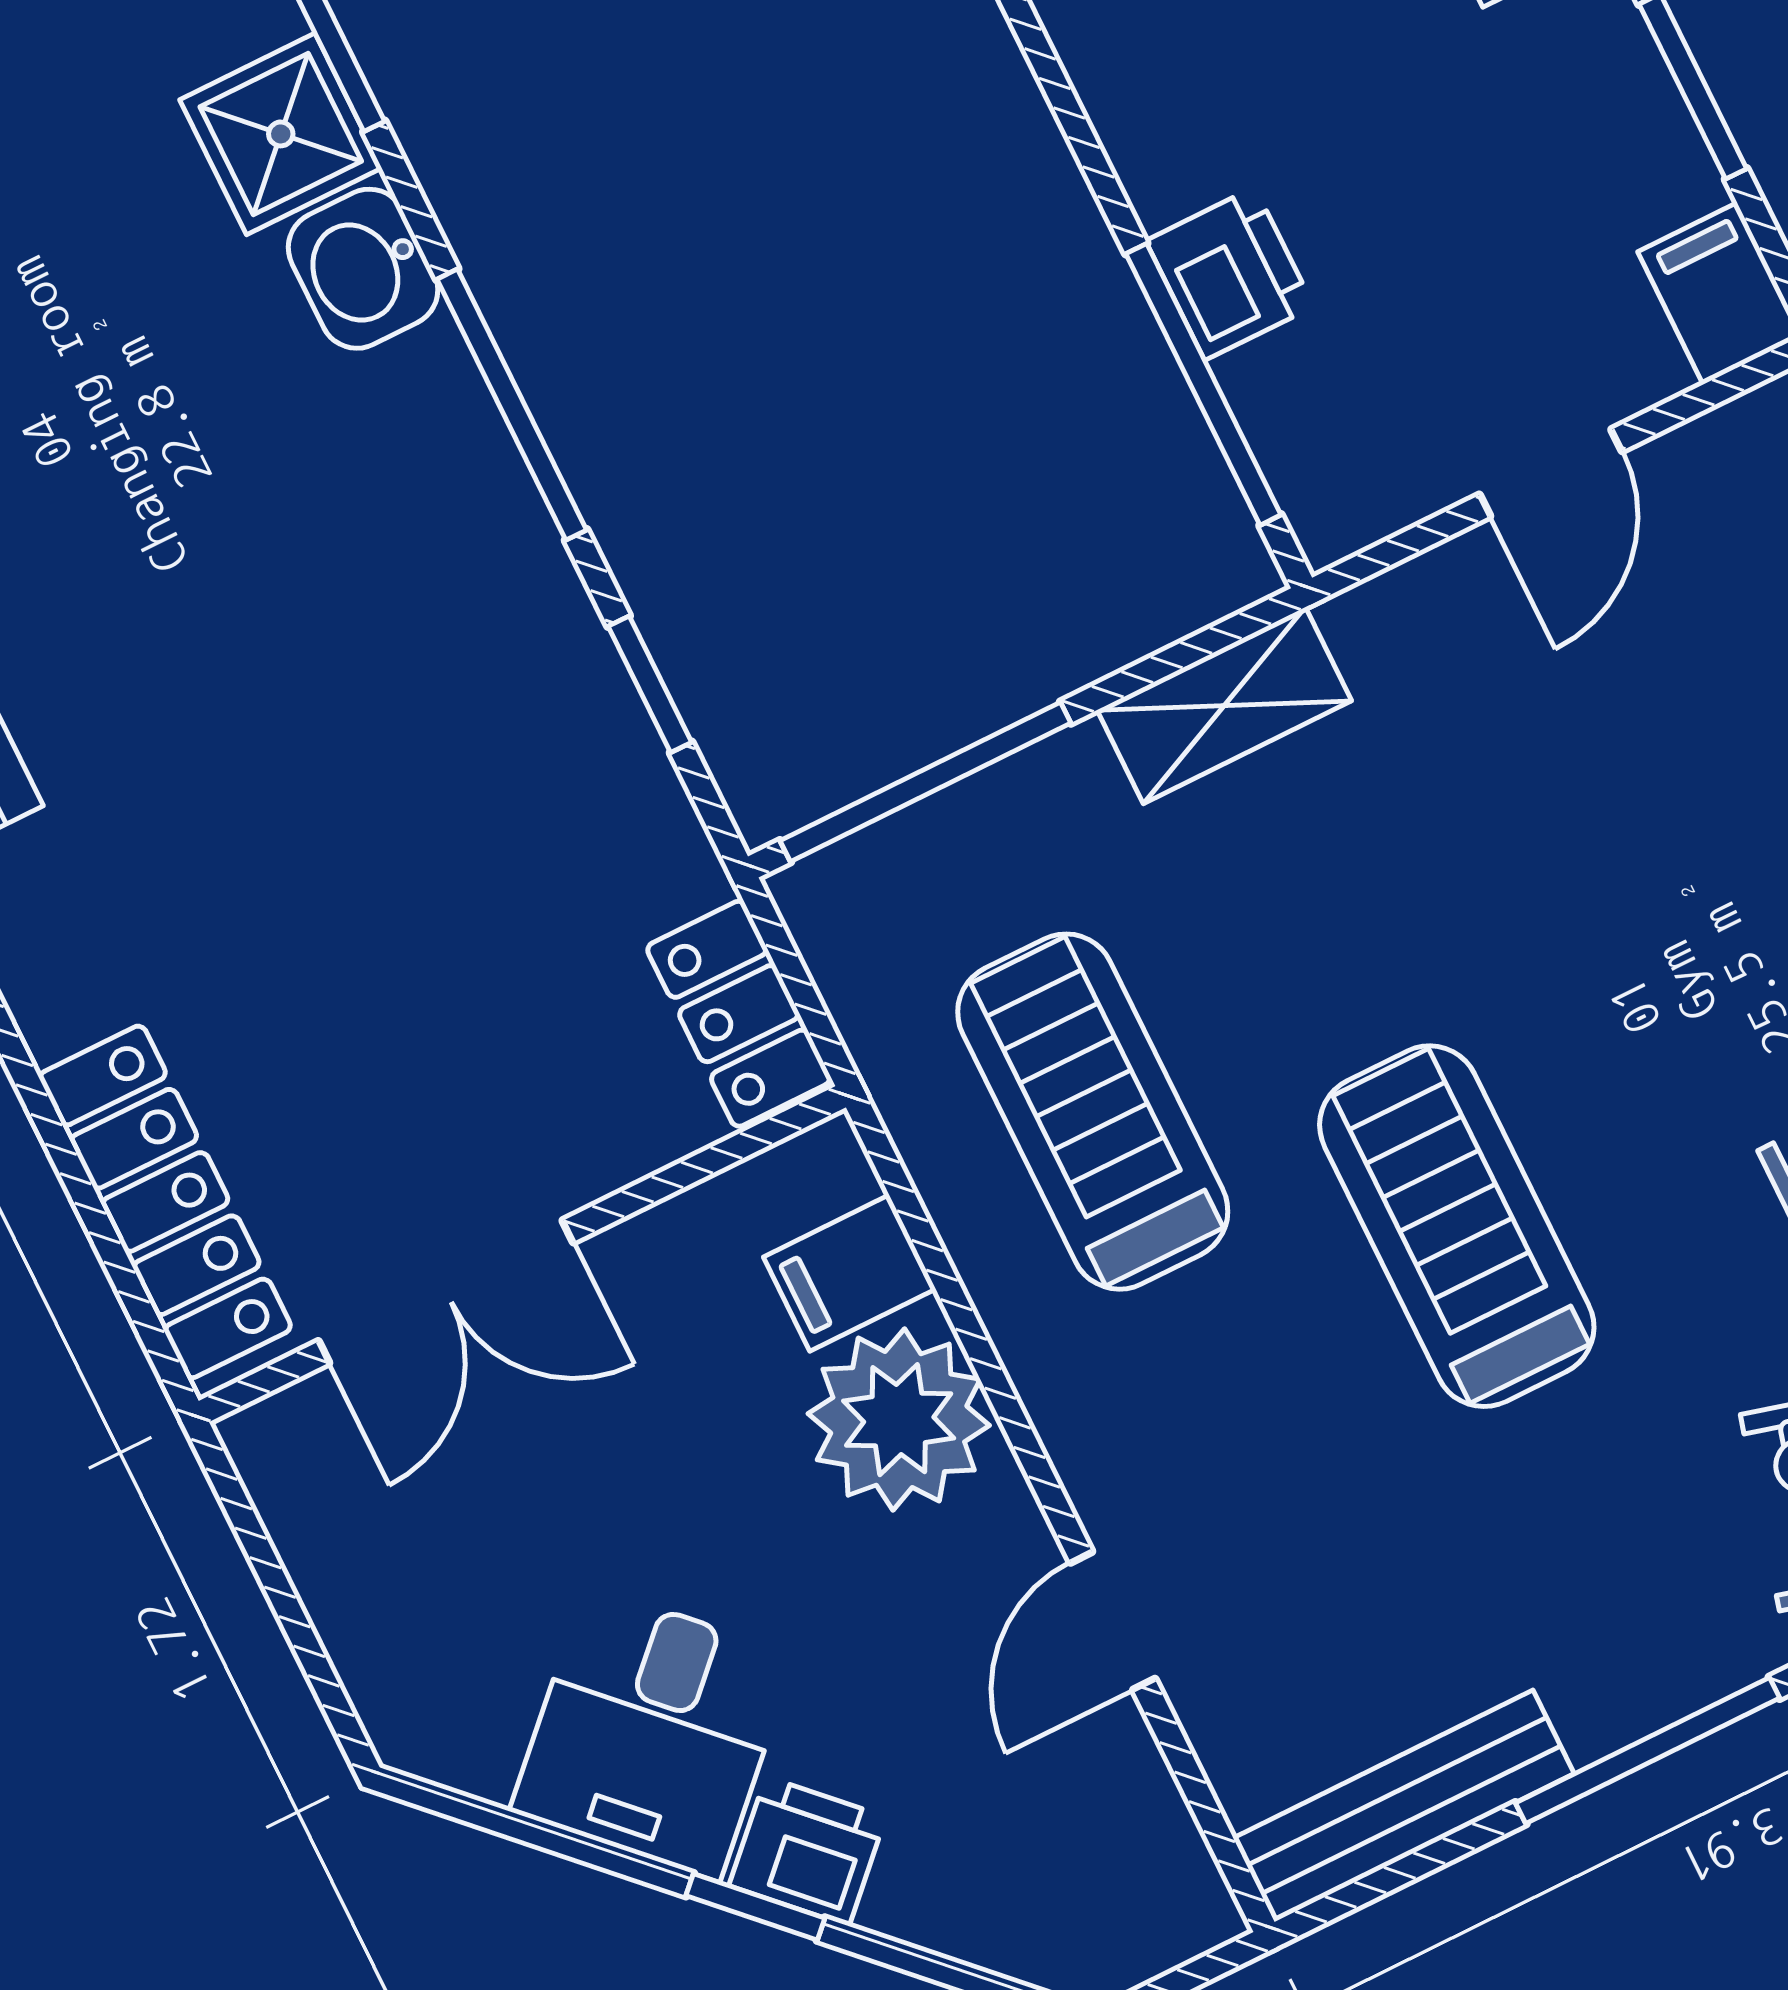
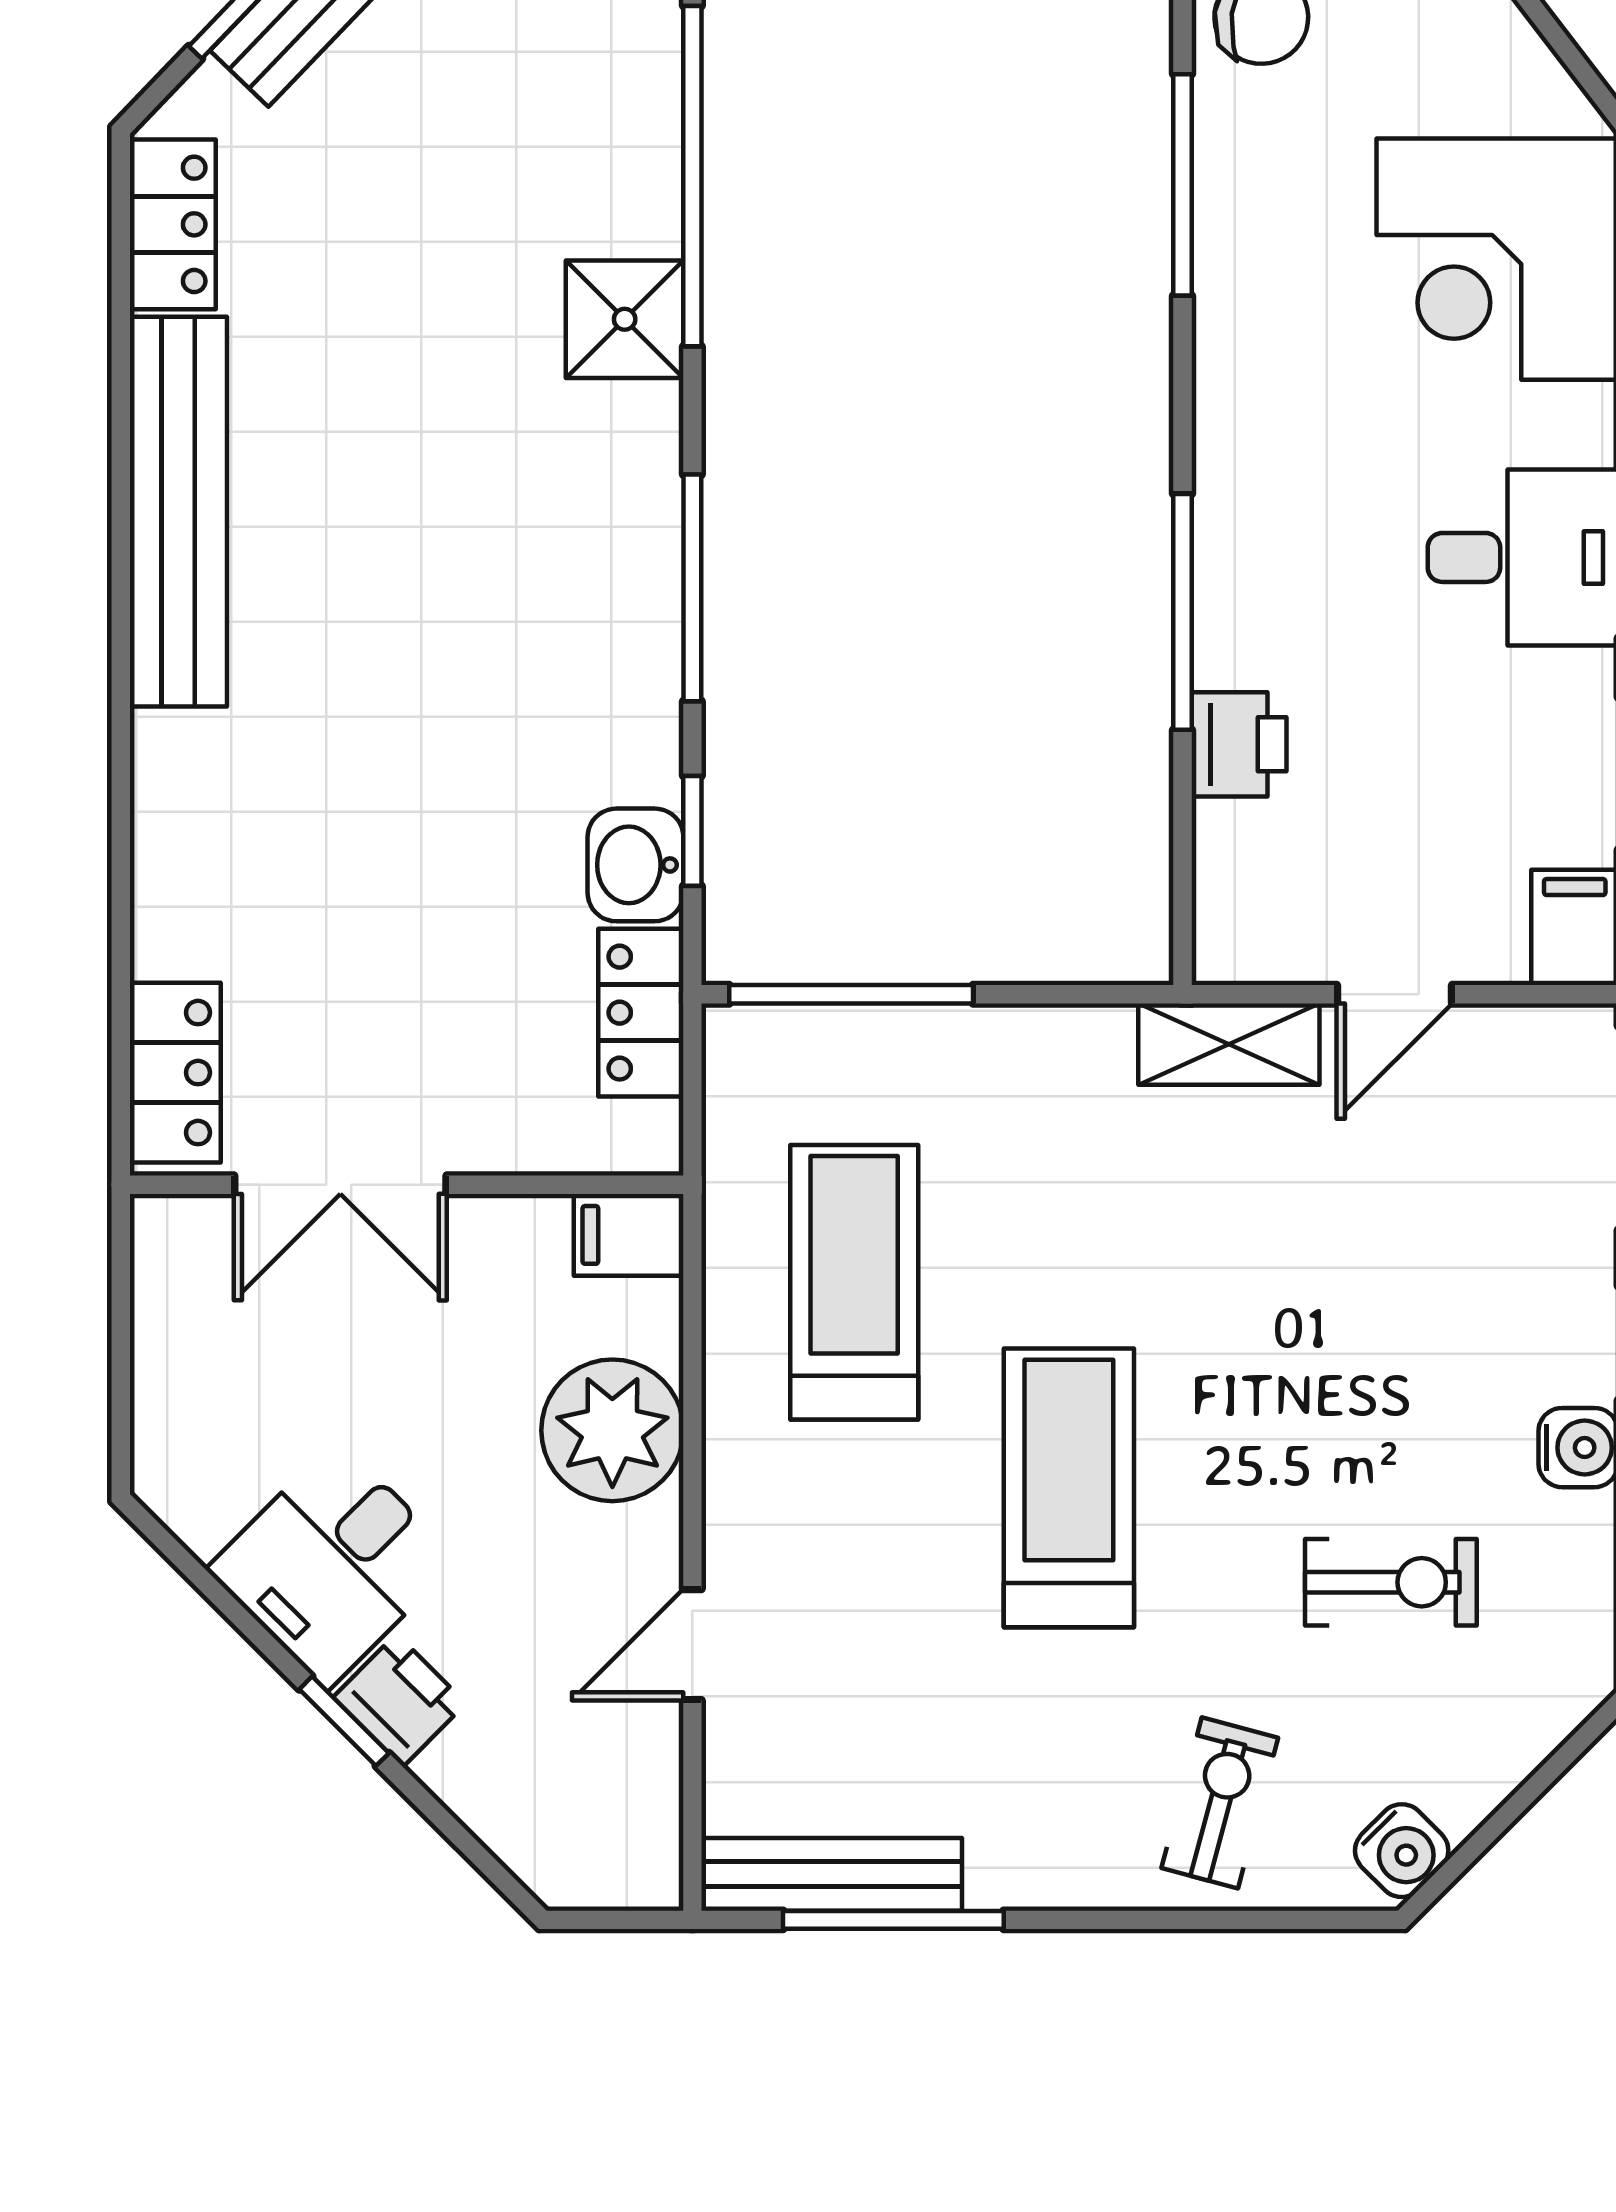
washbasin: (363, 269) -> (636, 865), moved
window: (1203, 384) -> (1182, 612), moved
shelving: (1224, 705) -> (1229, 1044), moved
locker: (739, 1014) -> (641, 1013), moved
locker: (165, 1202) -> (175, 1073), width x0.66
filing cabinet: (850, 1273) -> (629, 1235), moved
window: (1648, 1751) -> (893, 1920), moved

